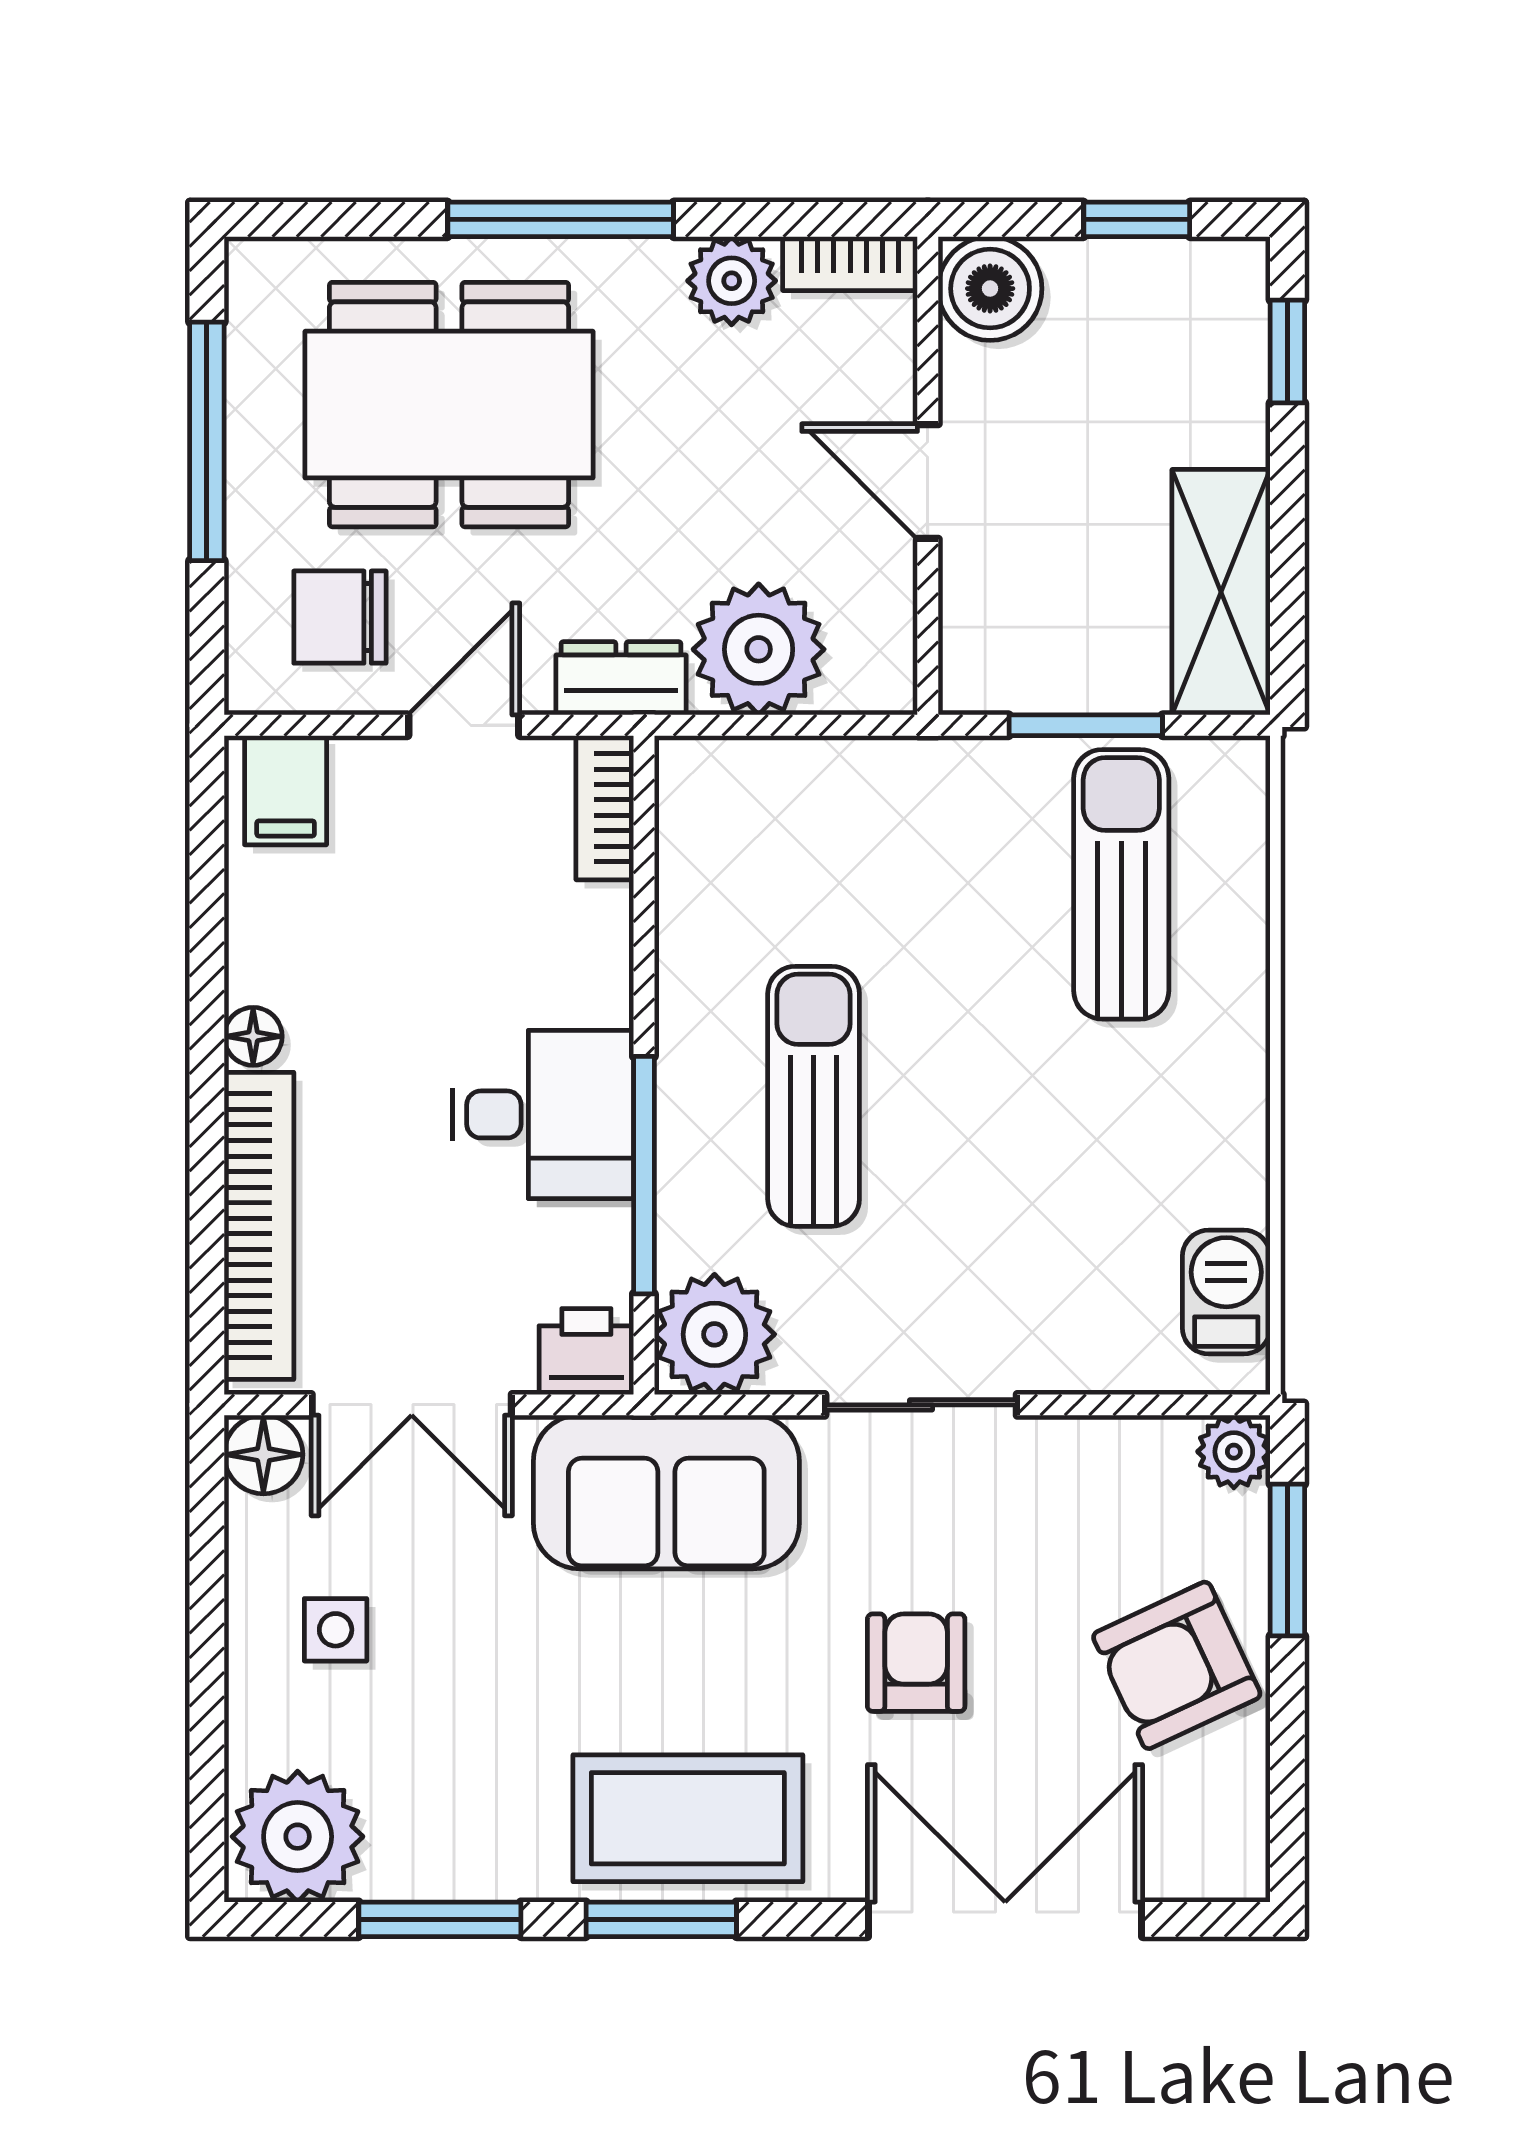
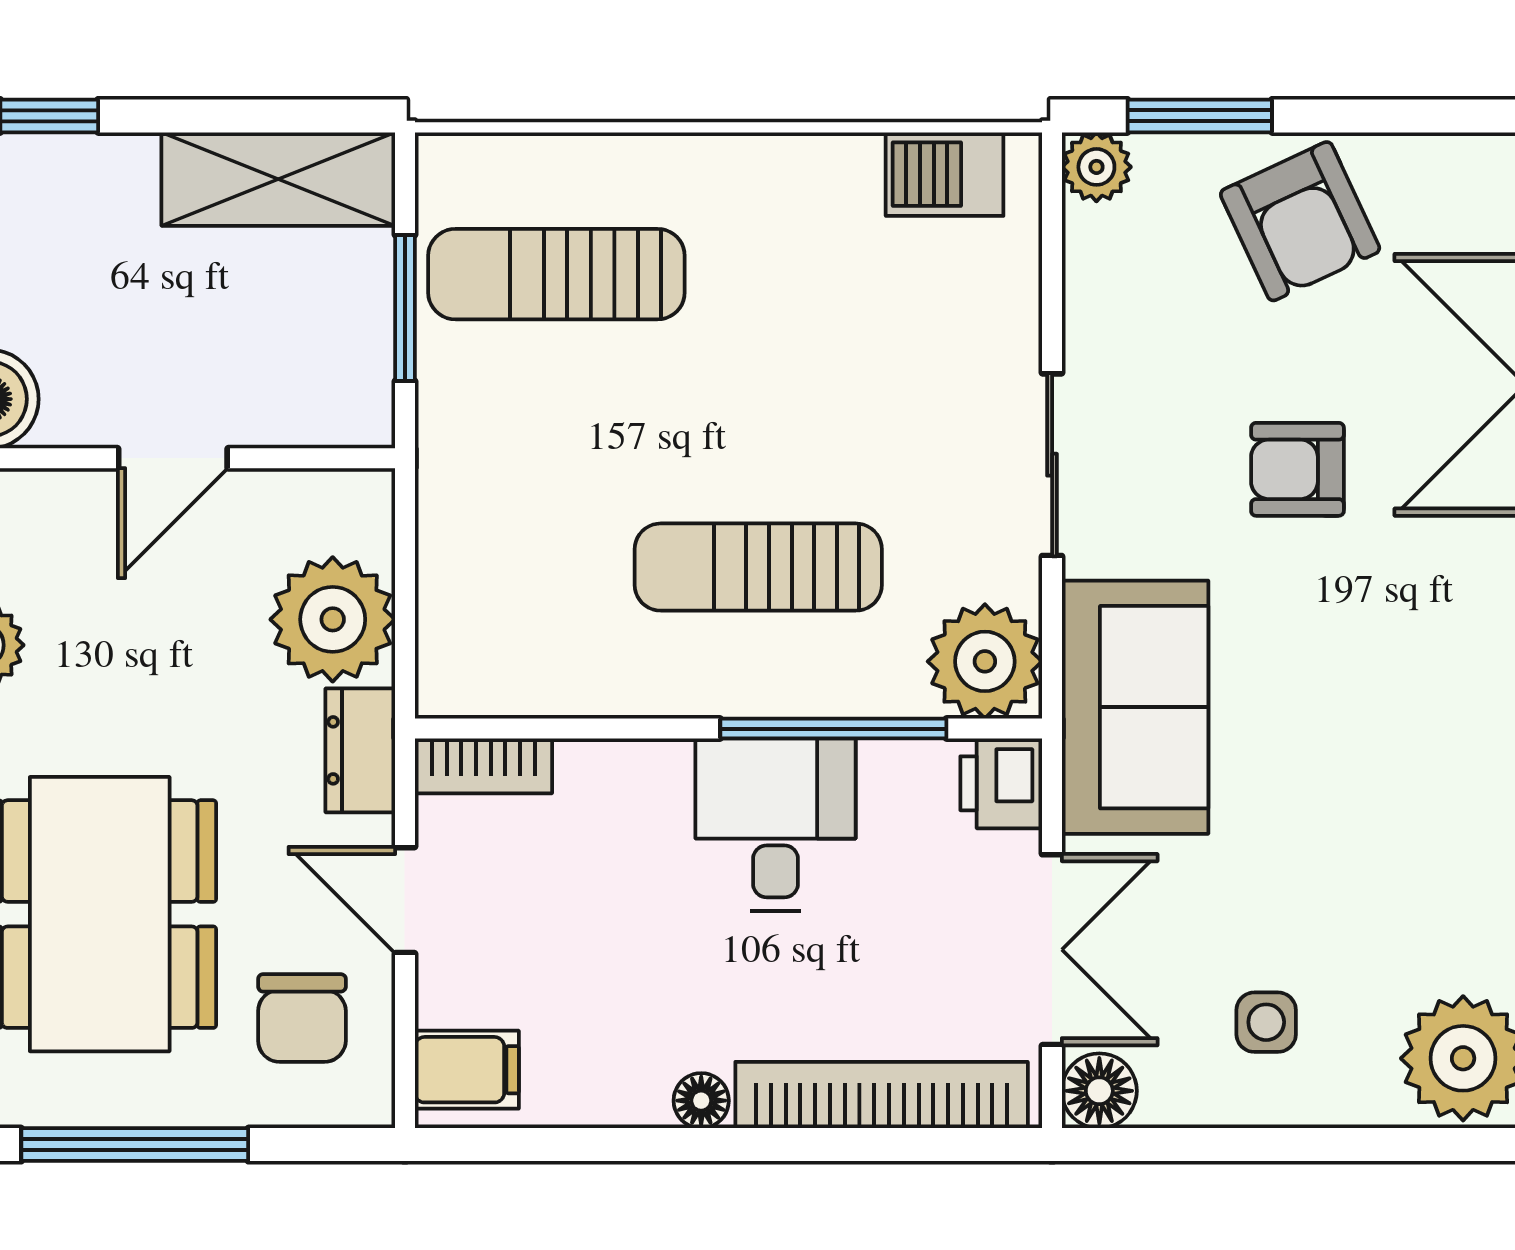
coffee table: (688, 1818) -> (1446, 687), removed

